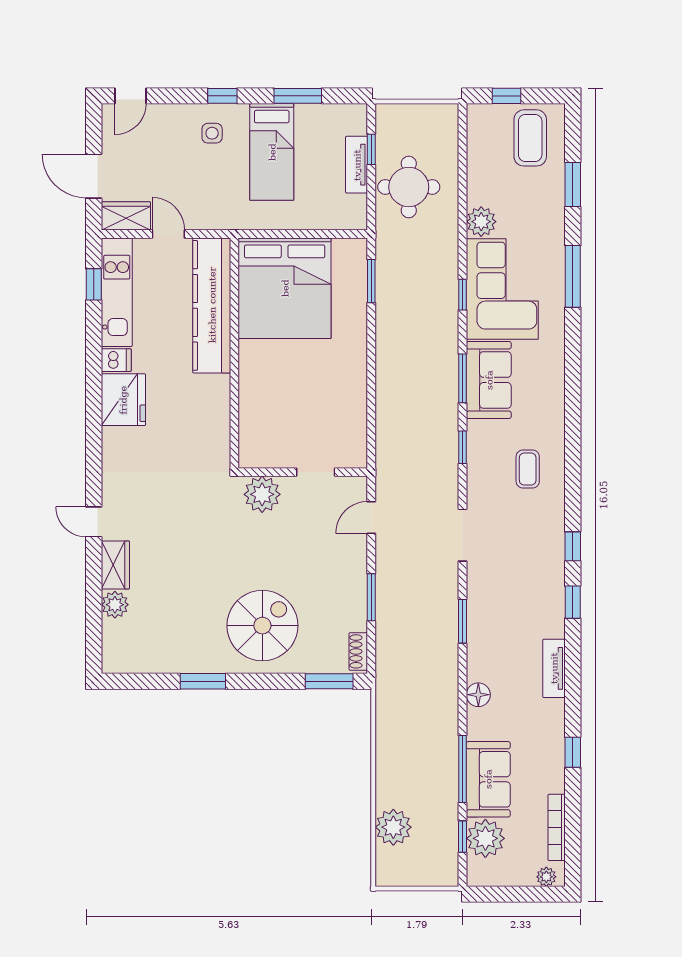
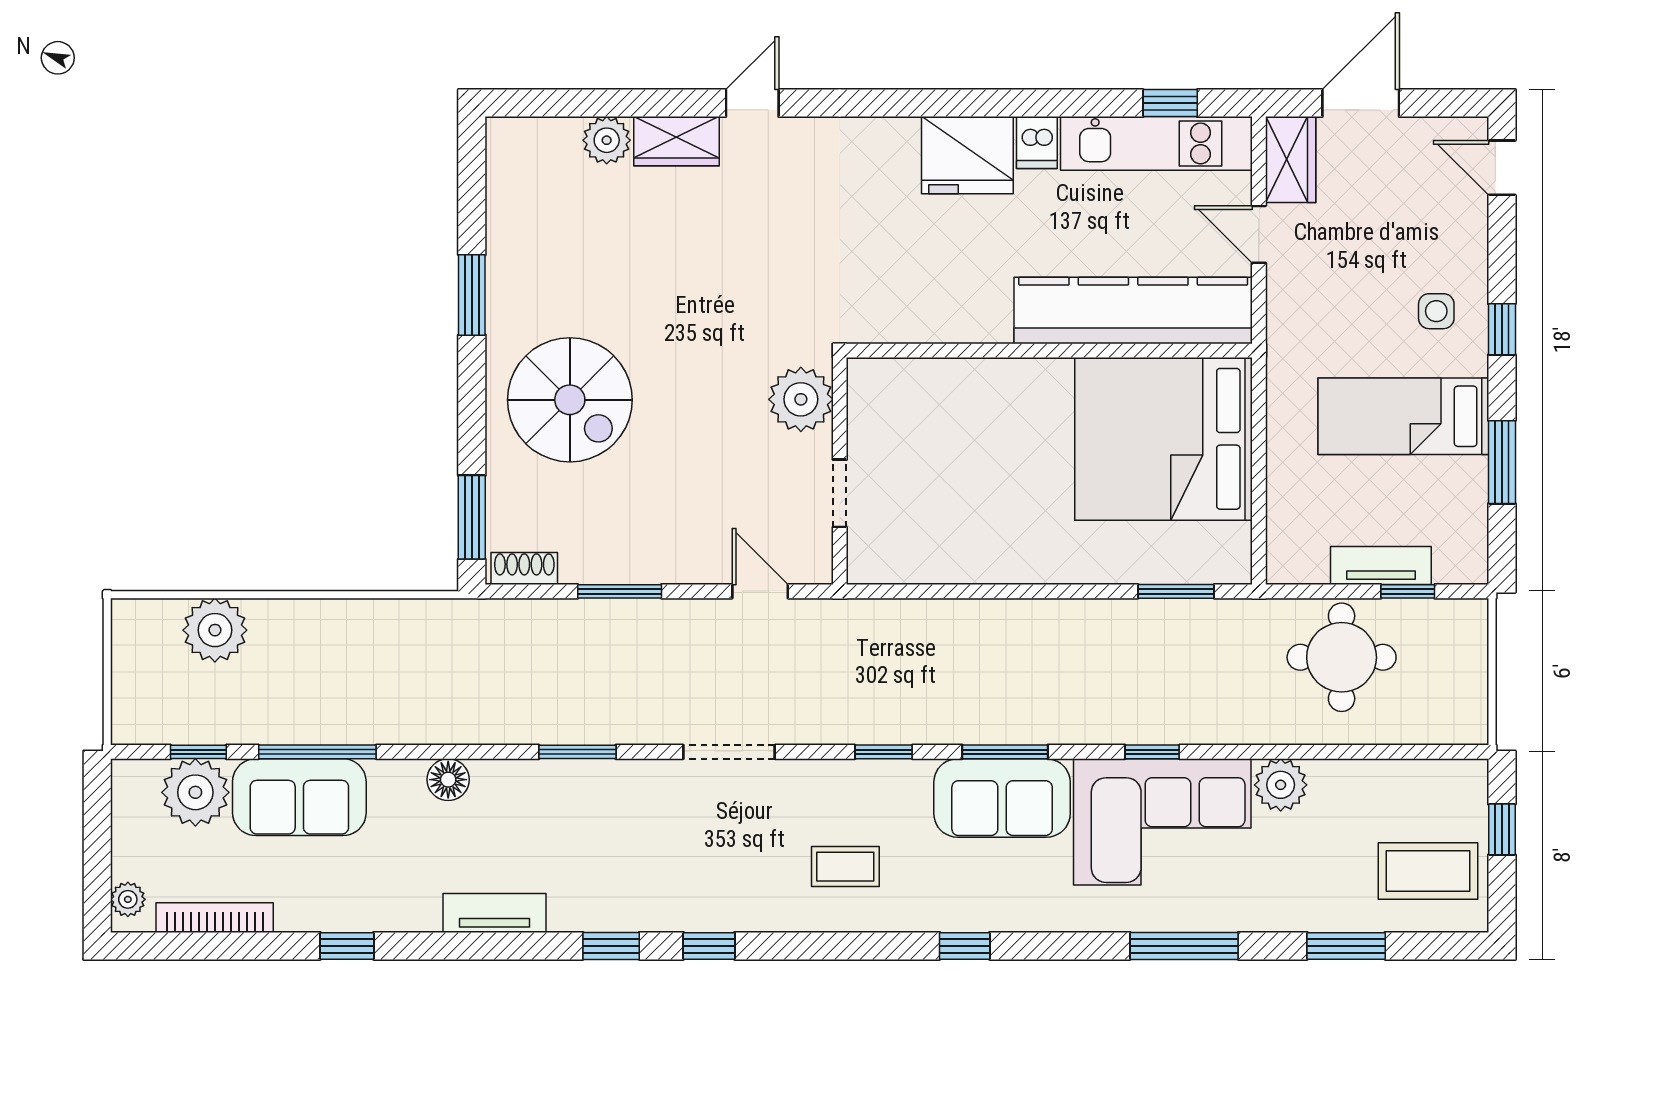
door: (168, 234) -> (1259, 234), swing flipped
window: (573, 401) -> (965, 946), added

